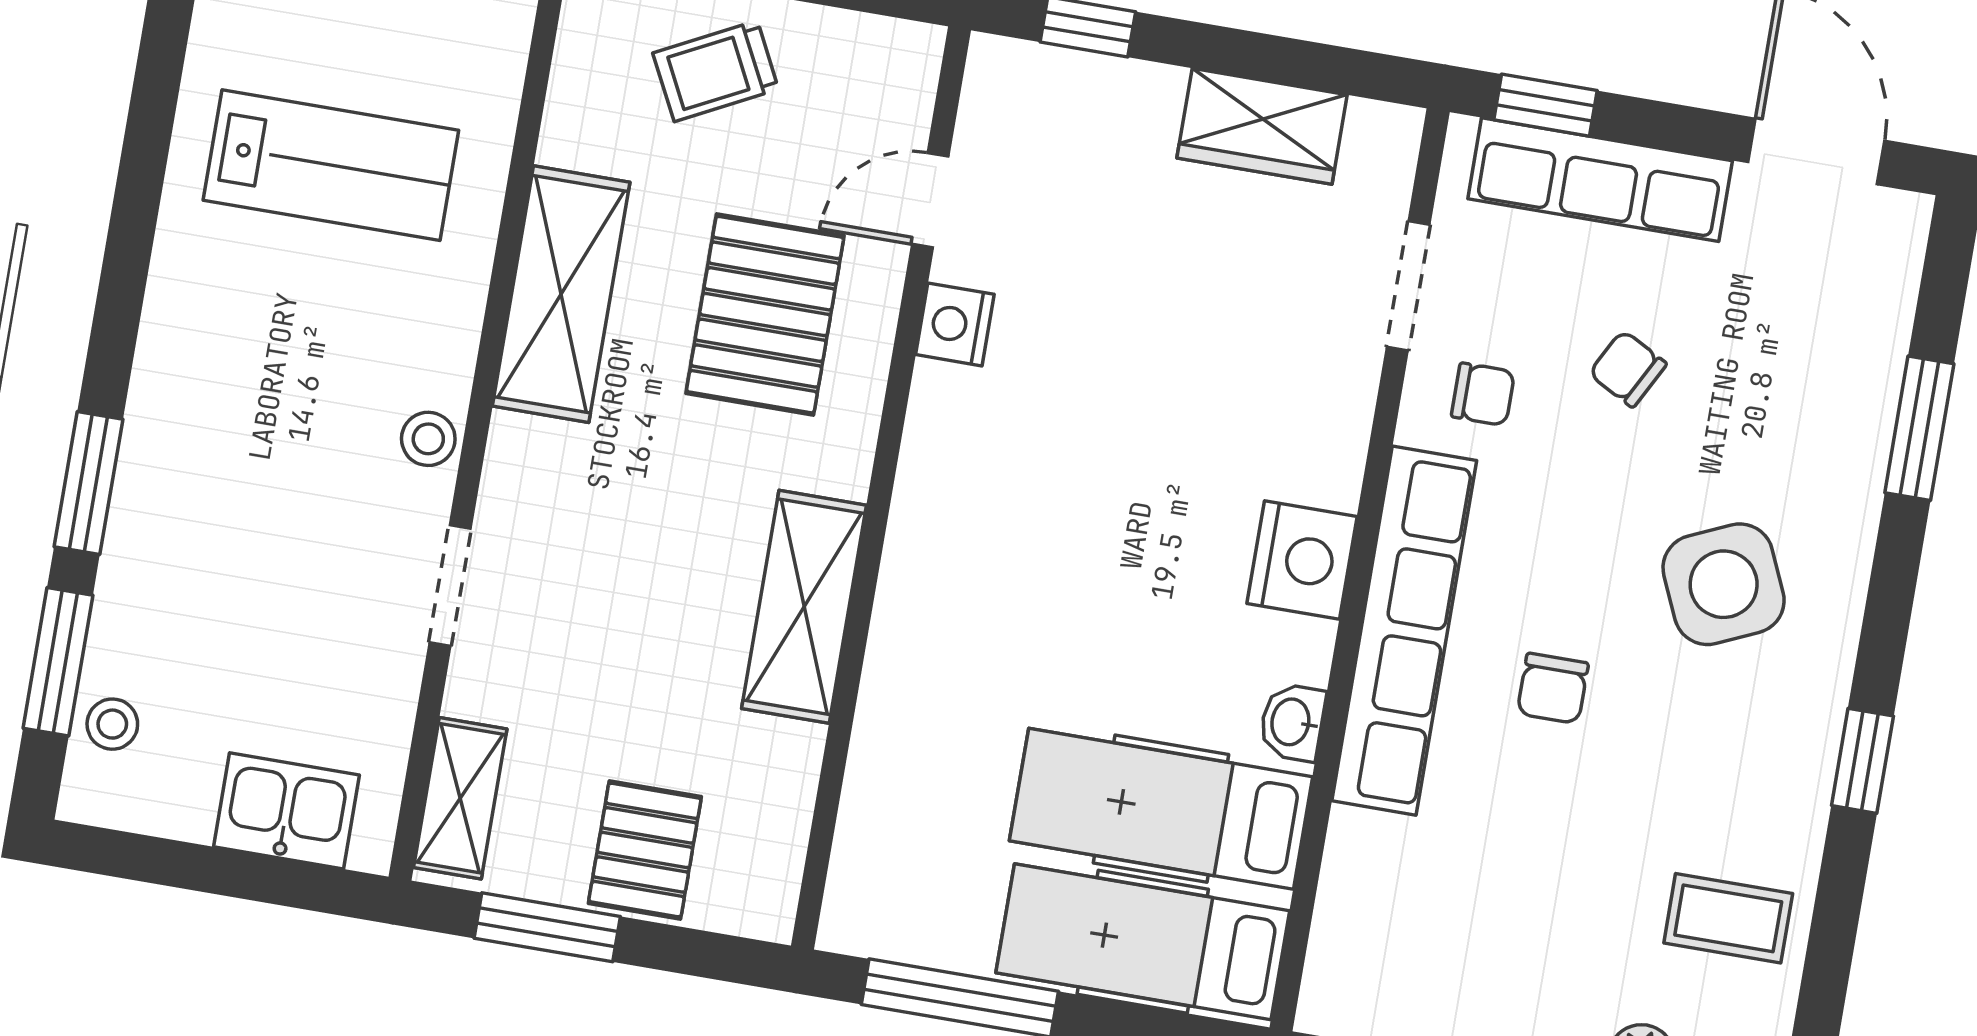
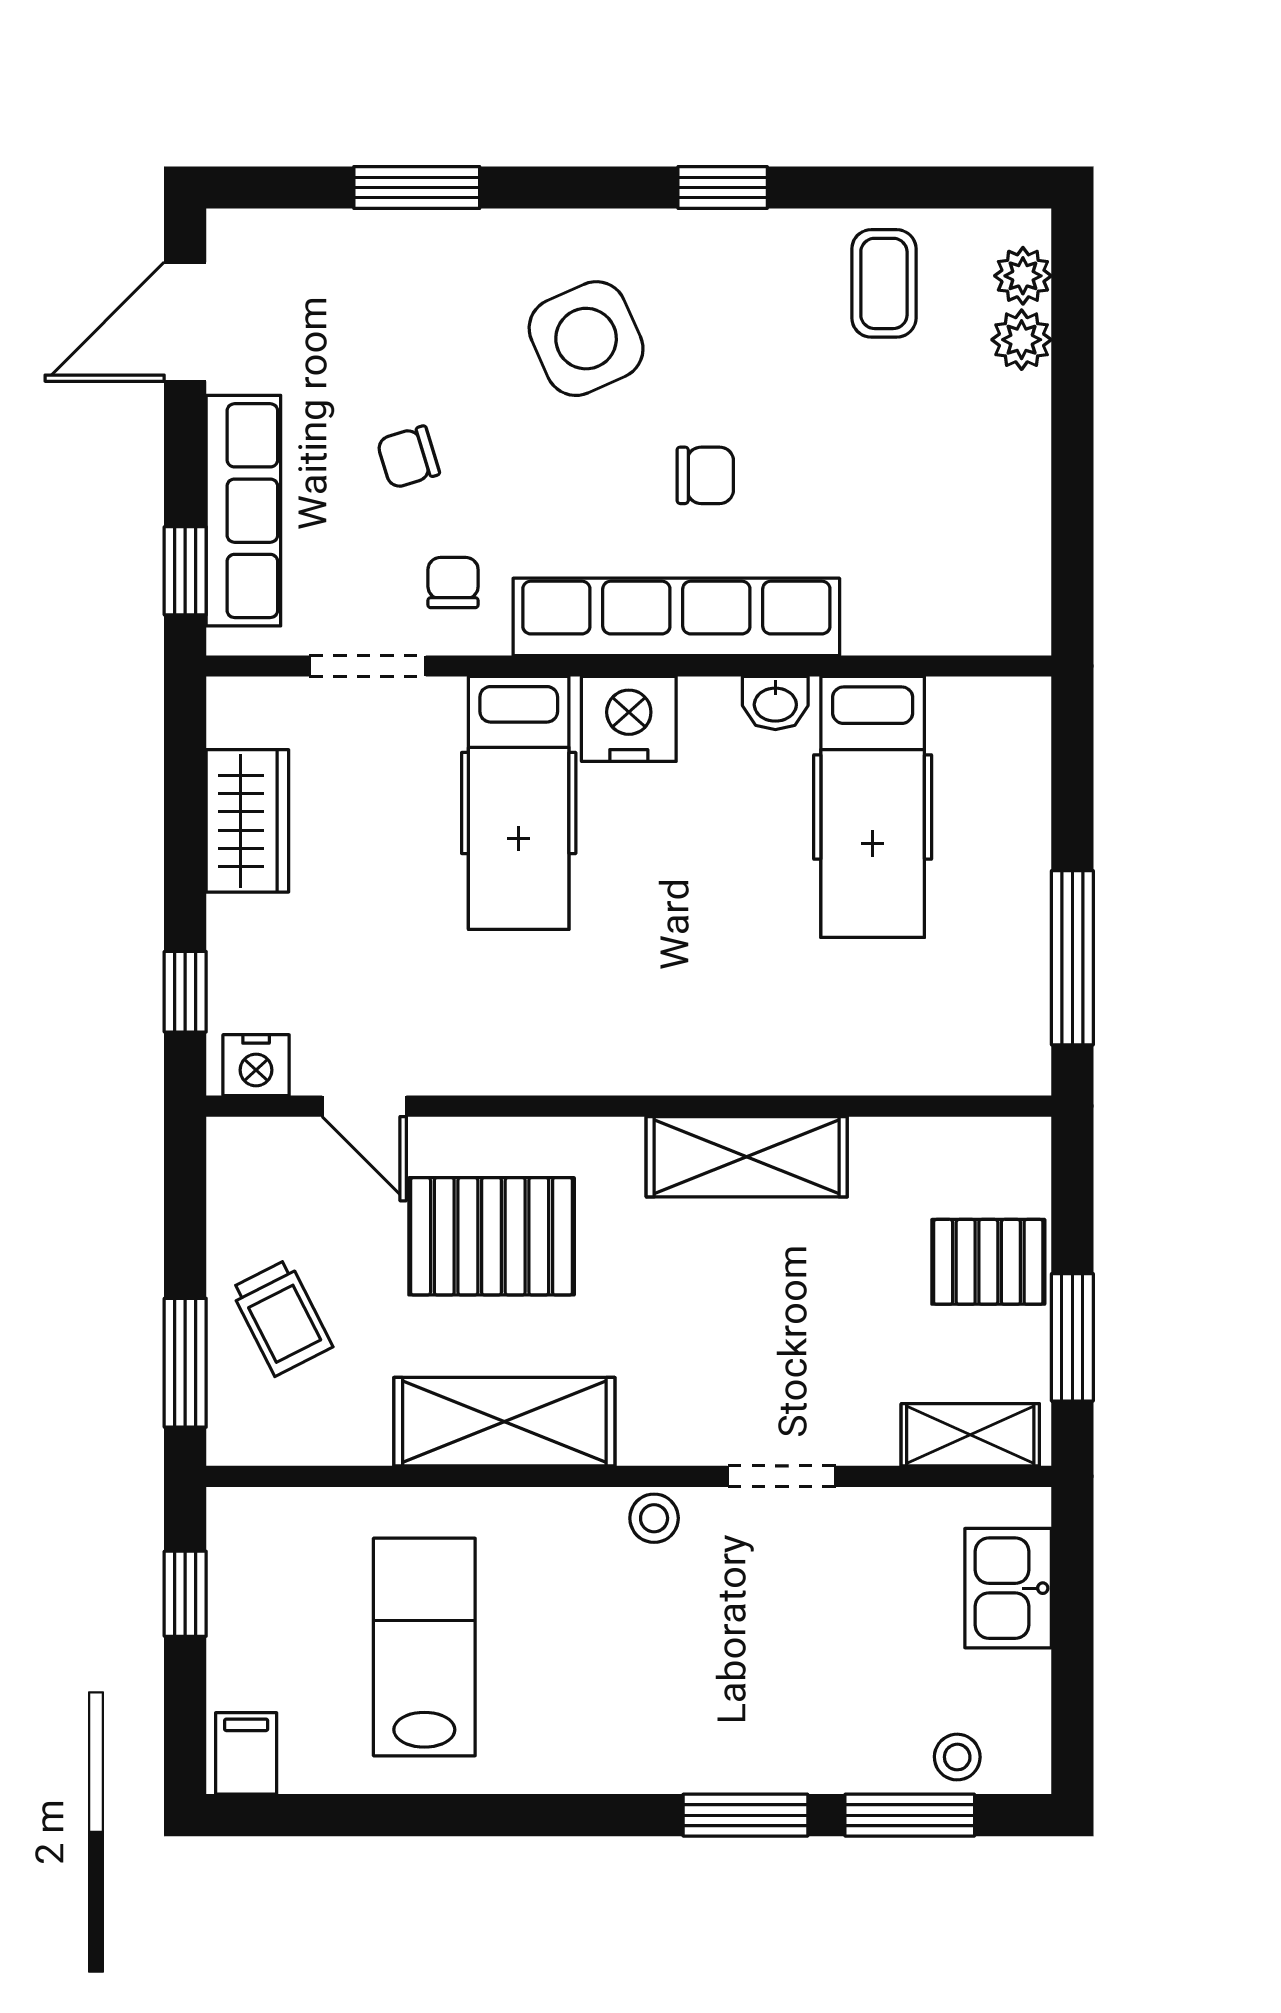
nightstand: (955, 324) -> (256, 1065), moved
chair: (1628, 369) -> (408, 457), turned 45
hospital bed: (1143, 942) -> (519, 803), moved

